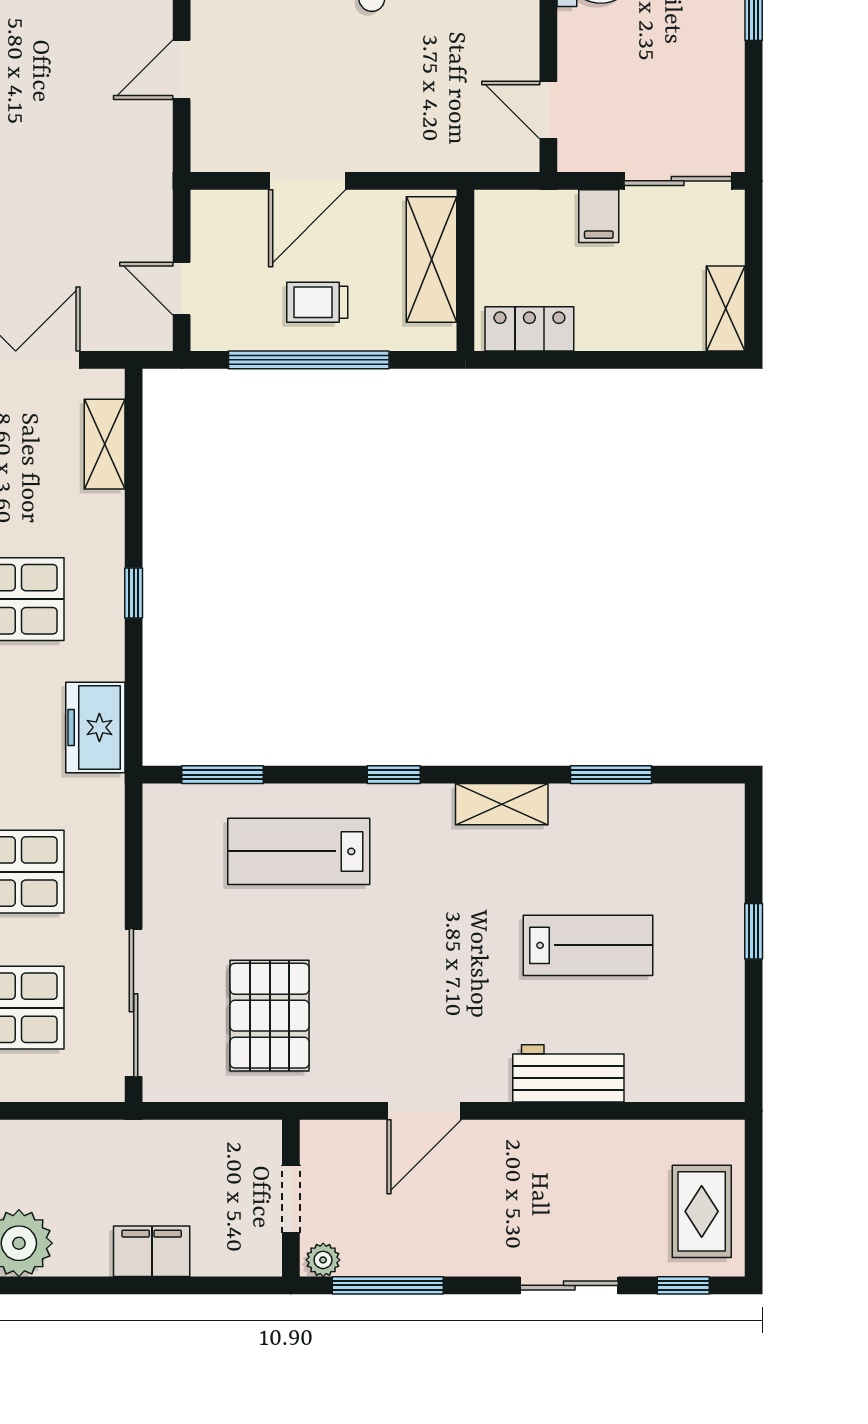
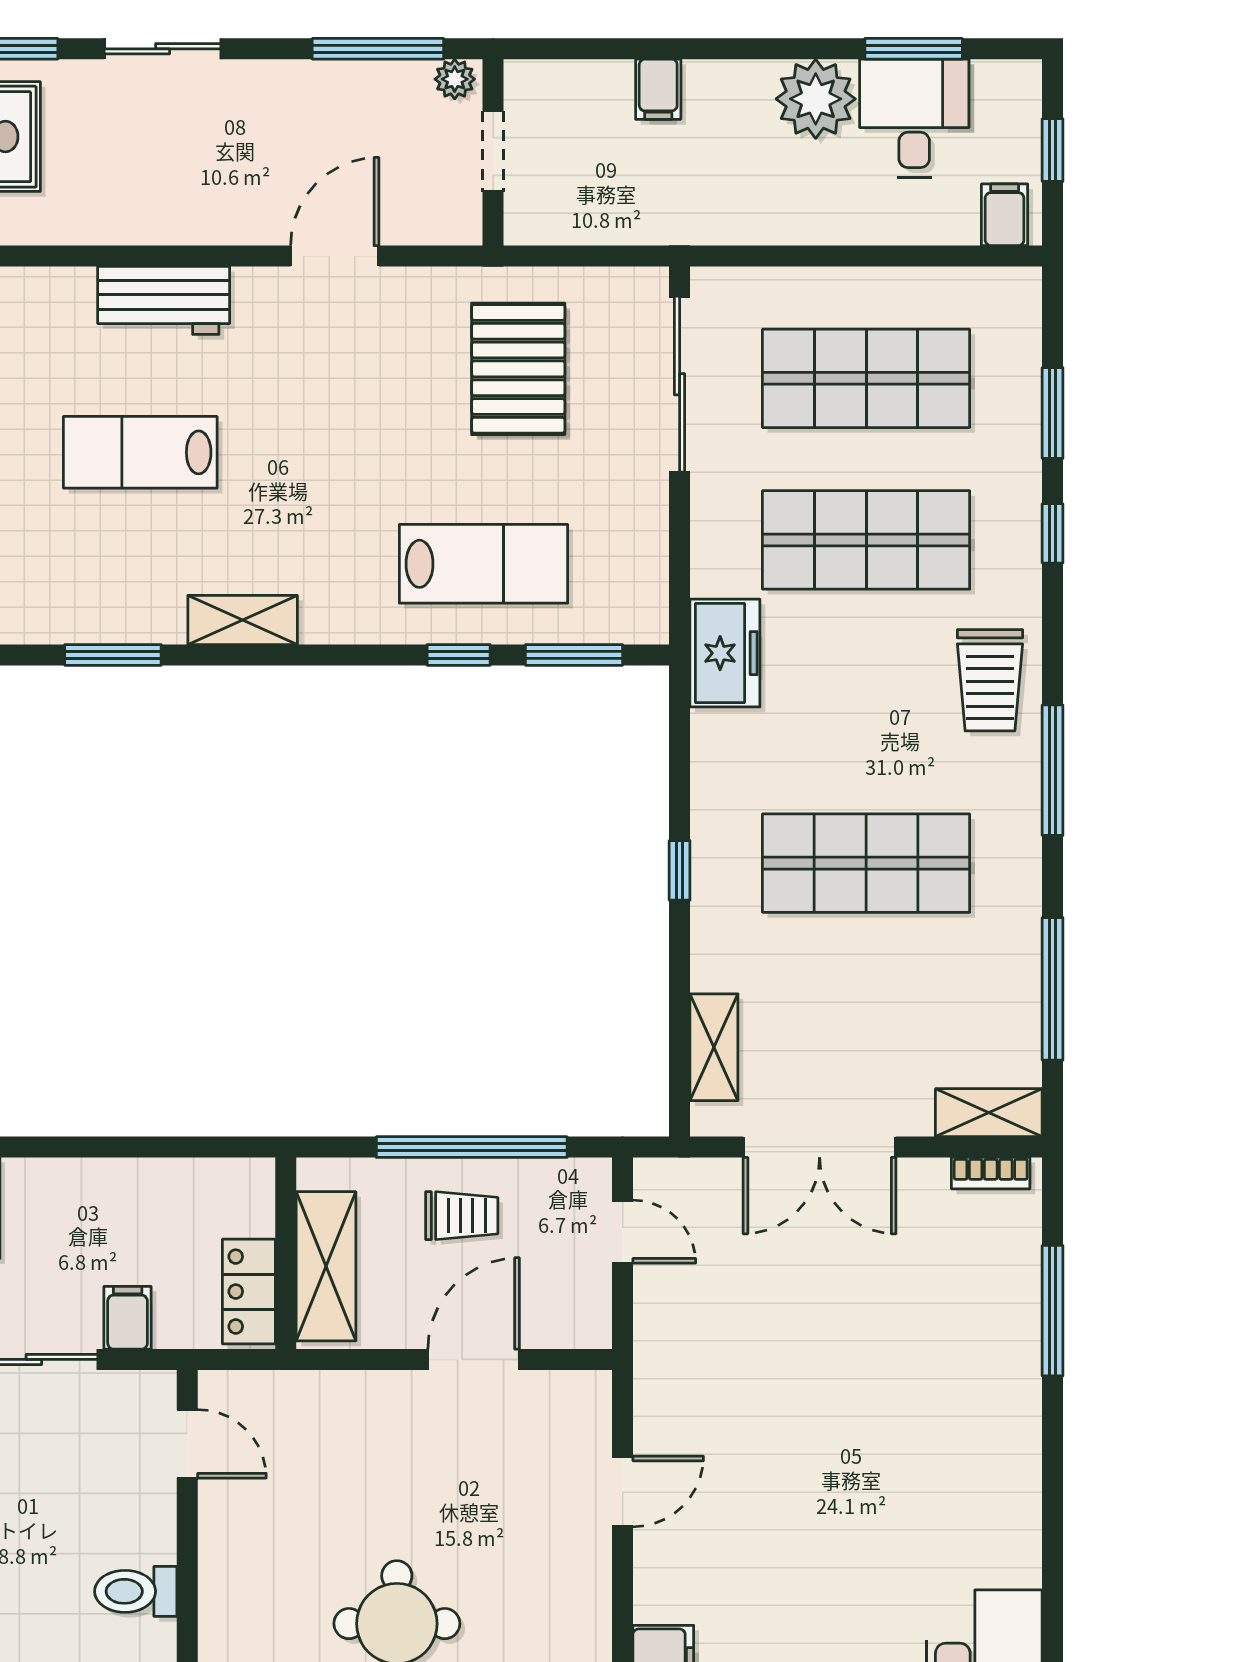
locker: (529, 329) -> (249, 1292), moved, turned 90
freezer: (95, 727) -> (725, 653), moved
window: (394, 775) -> (459, 655), moved
filing cabinet: (152, 1251) -> (658, 89), width x0.50

